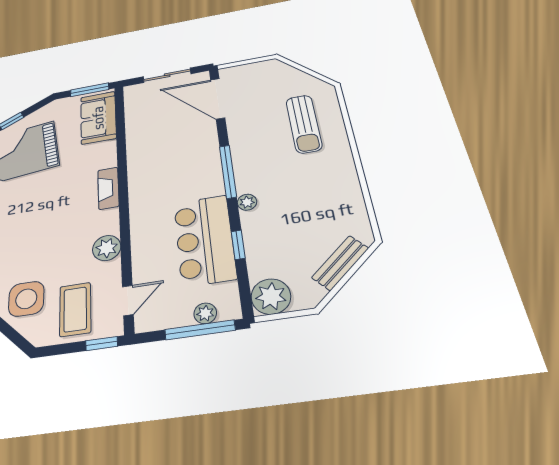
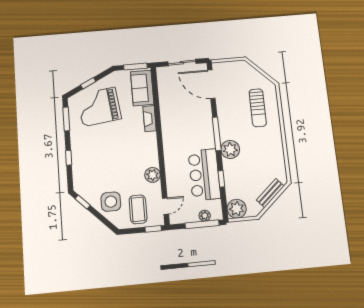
fireplace: (108, 188) -> (150, 119), moved
plant: (247, 202) -> (230, 149), width x1.88, depth x1.88

